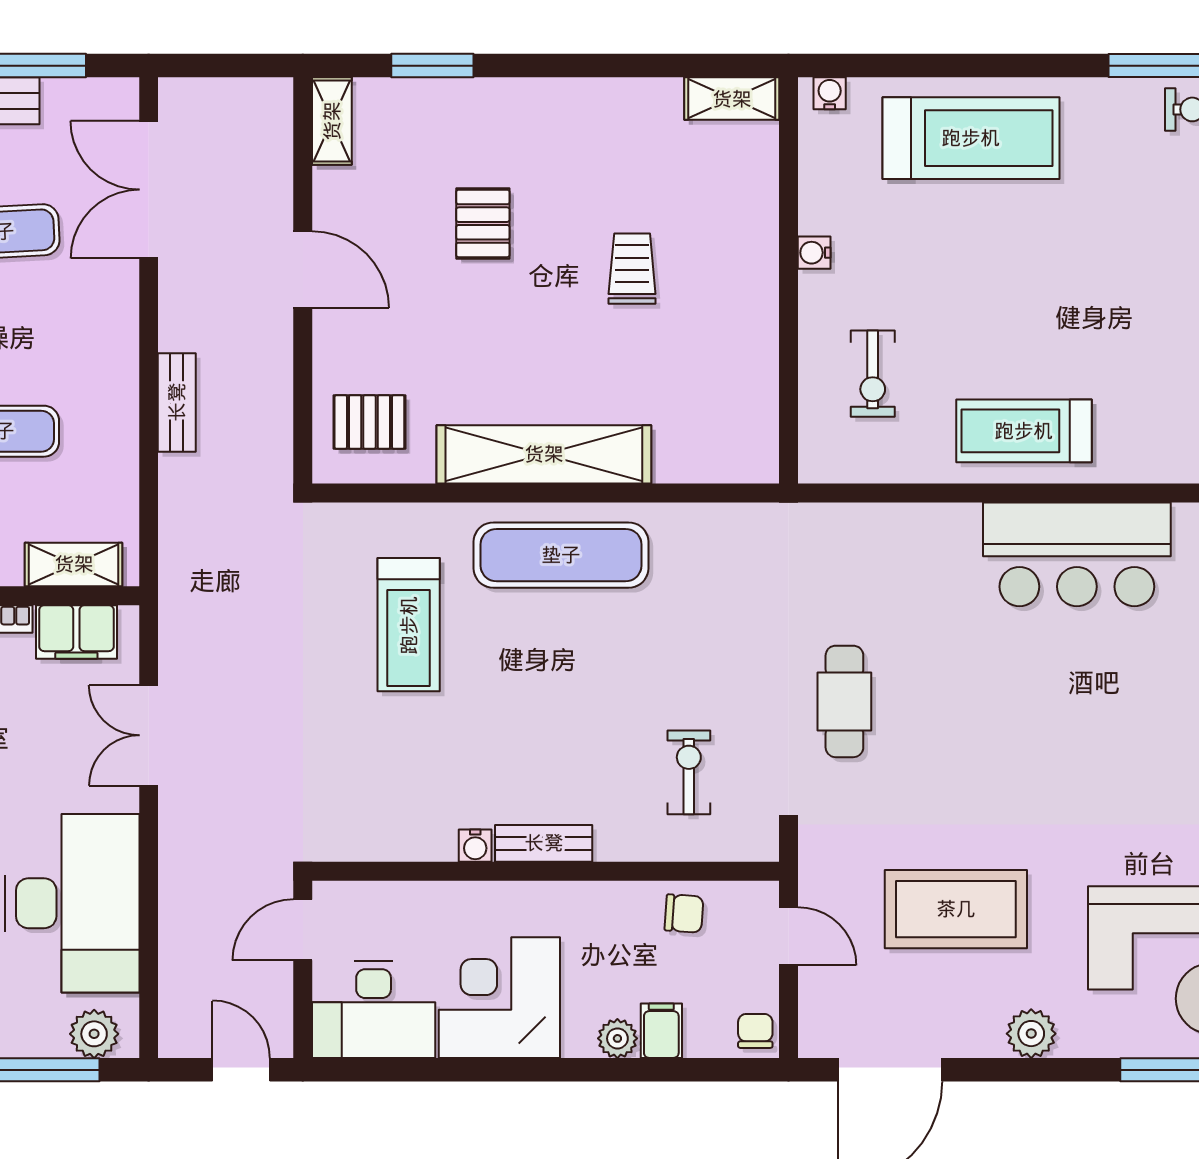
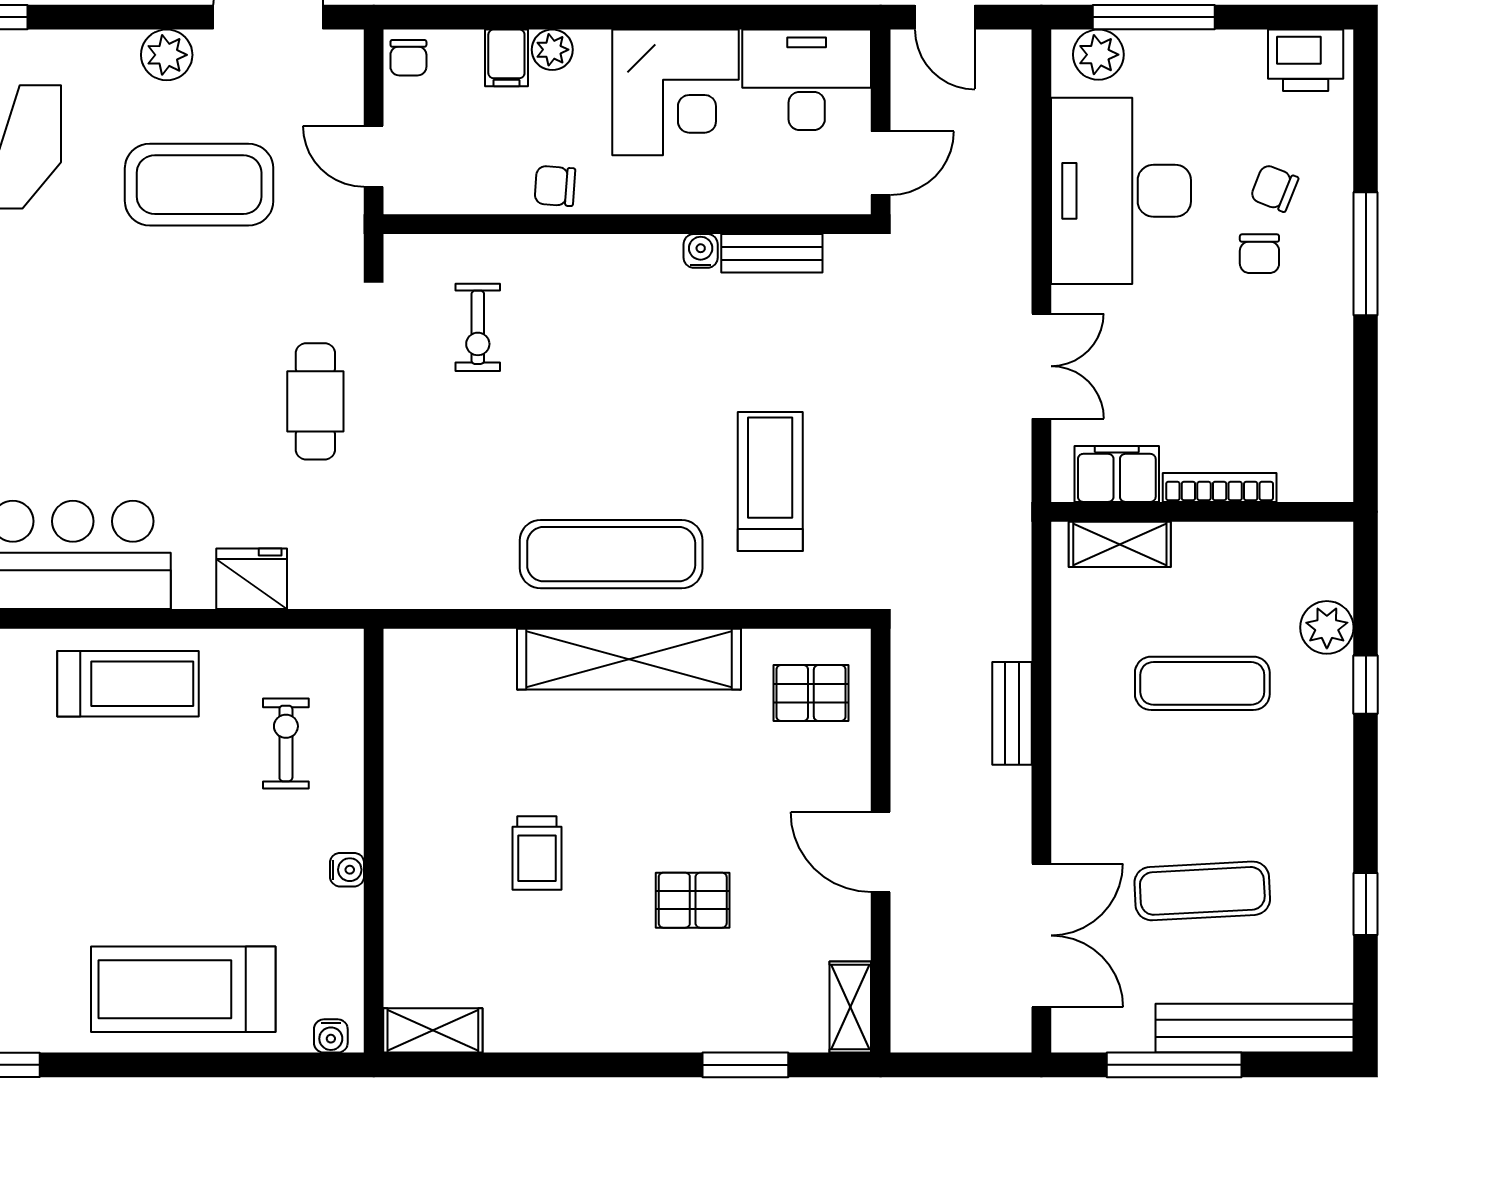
pallet: (483, 223) -> (693, 900), turned 90
fridge: (905, 531) -> (252, 579), added
bench: (544, 843) -> (772, 253), moved
chair: (684, 913) -> (555, 186), moved
plant: (1031, 1034) -> (167, 55), moved

